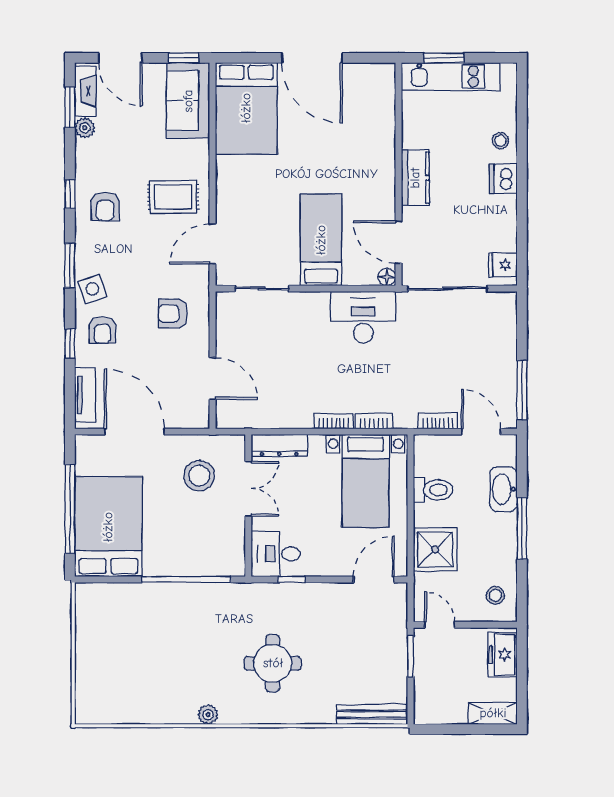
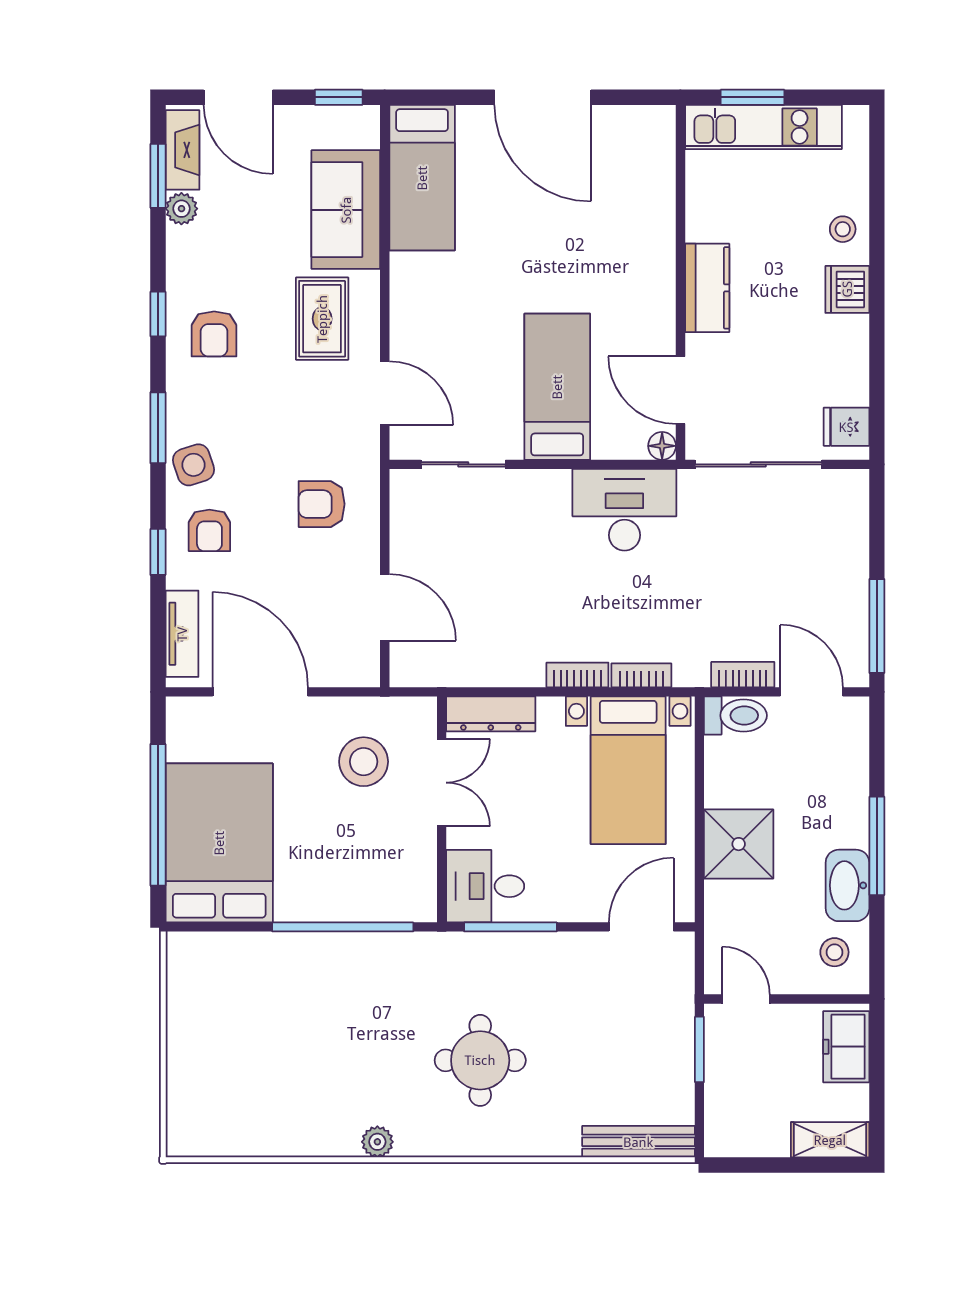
sofa: (188, 101) -> (346, 210), moved
bed: (246, 108) -> (422, 178), width x0.67
rug: (173, 197) -> (322, 319), turned 90
door: (213, 244) -> (385, 393), swing flipped
washbasin: (503, 489) -> (847, 885), moved
toilet: (433, 490) -> (735, 715), moved
shower: (435, 549) -> (739, 844), moved
window: (292, 579) -> (510, 927), width x2.17

